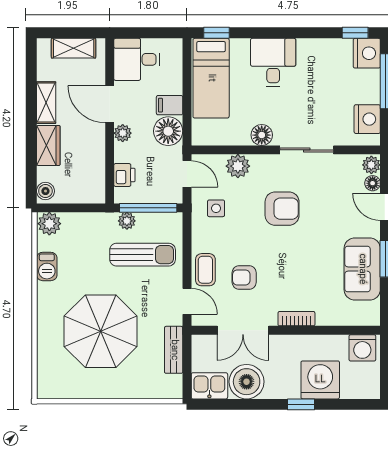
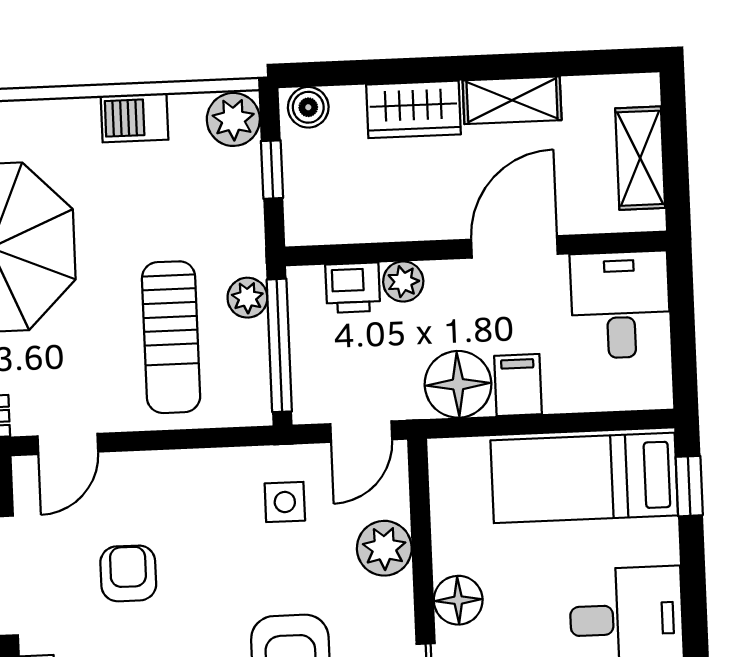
plant: (123, 133) -> (403, 281), moved
window: (72, 208) -> (272, 170), added
coffee table: (205, 270) -> (142, 483), removed

